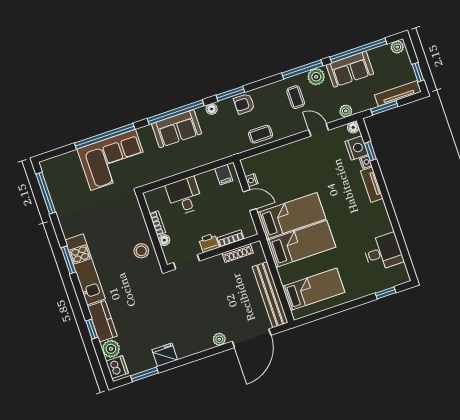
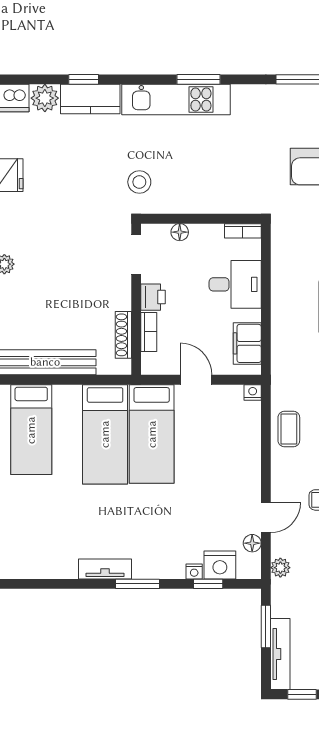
floor lamp: (353, 127) -> (252, 543), moved
filing cabinet: (224, 175) -> (247, 343), width x2.00
nightstand: (252, 180) -> (253, 392), moved
tv unit: (372, 185) -> (105, 569), moved
window: (385, 194) -> (138, 584), added
door: (250, 200) -> (196, 380), swing flipped
bookcase: (158, 223) -> (243, 231), moved
stool: (141, 251) -> (139, 182), moved
desk: (383, 252) -> (52, 552), removed

